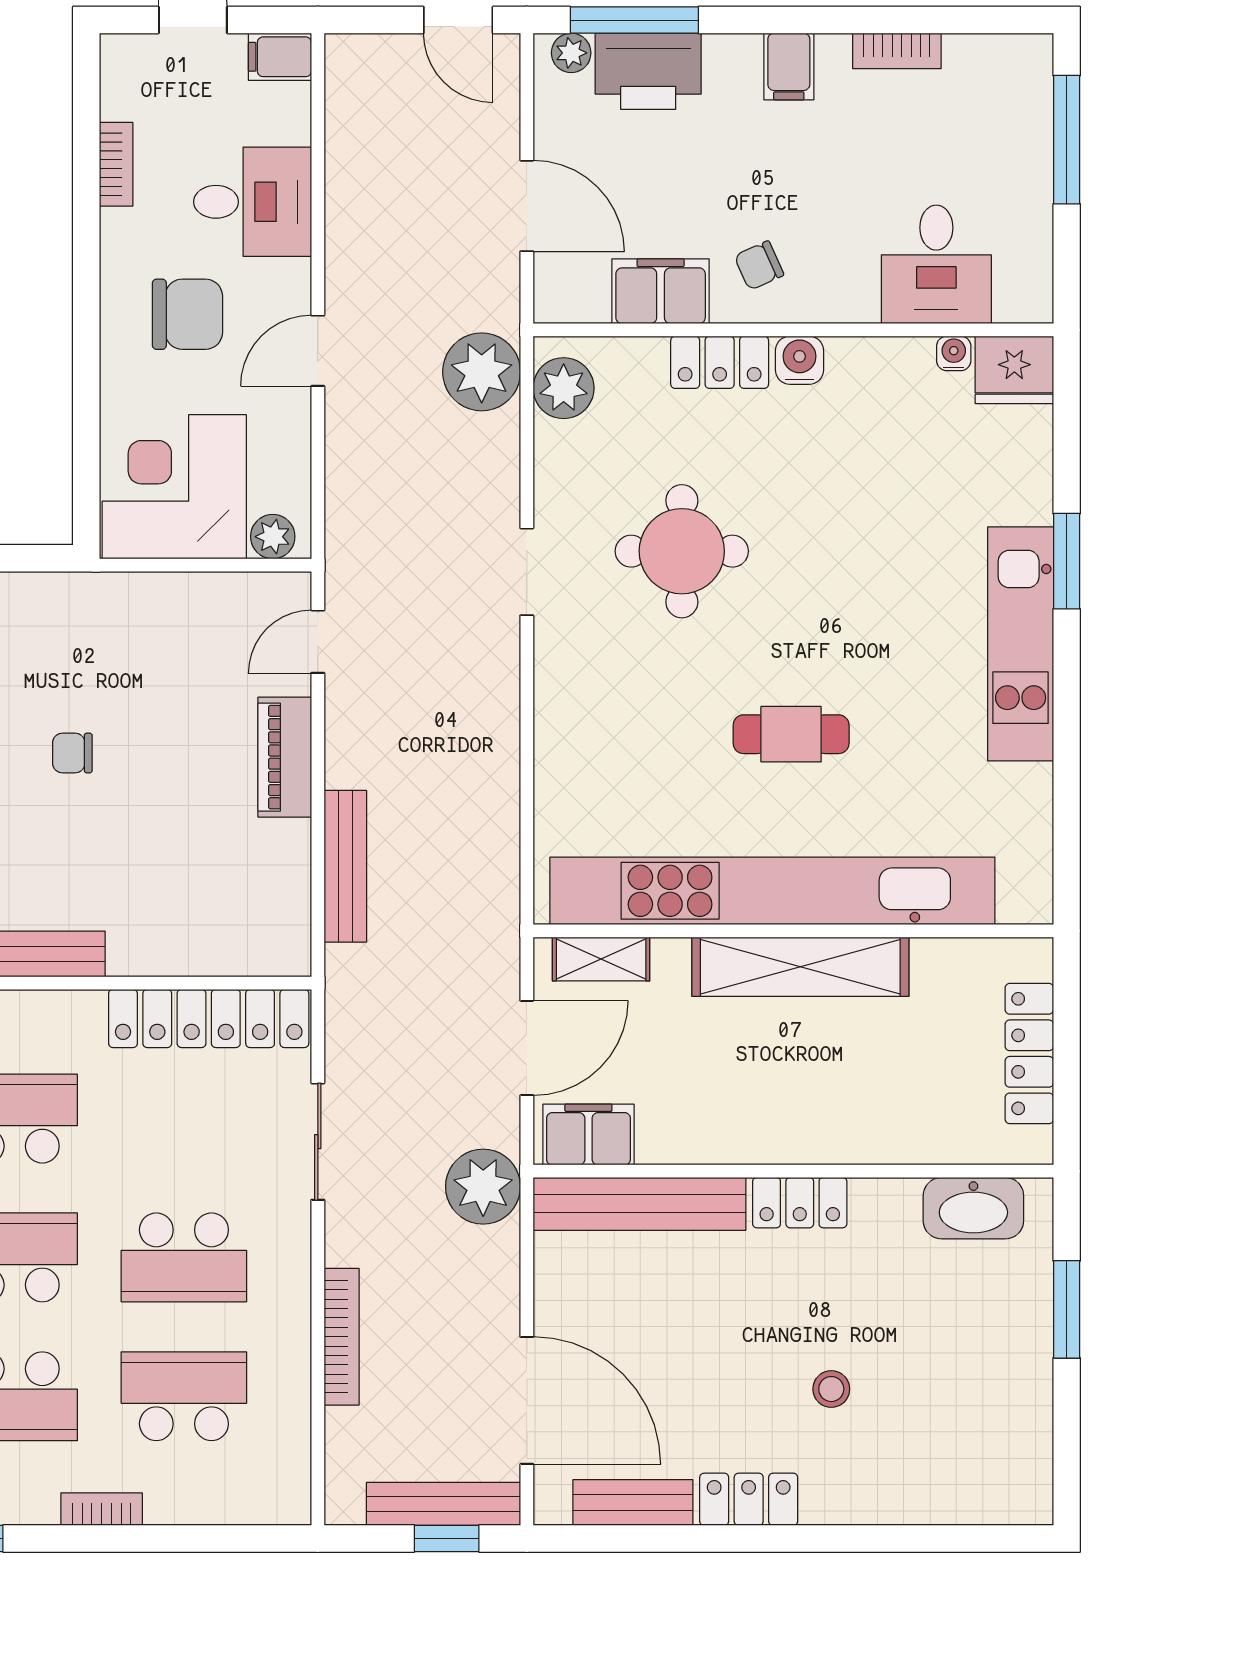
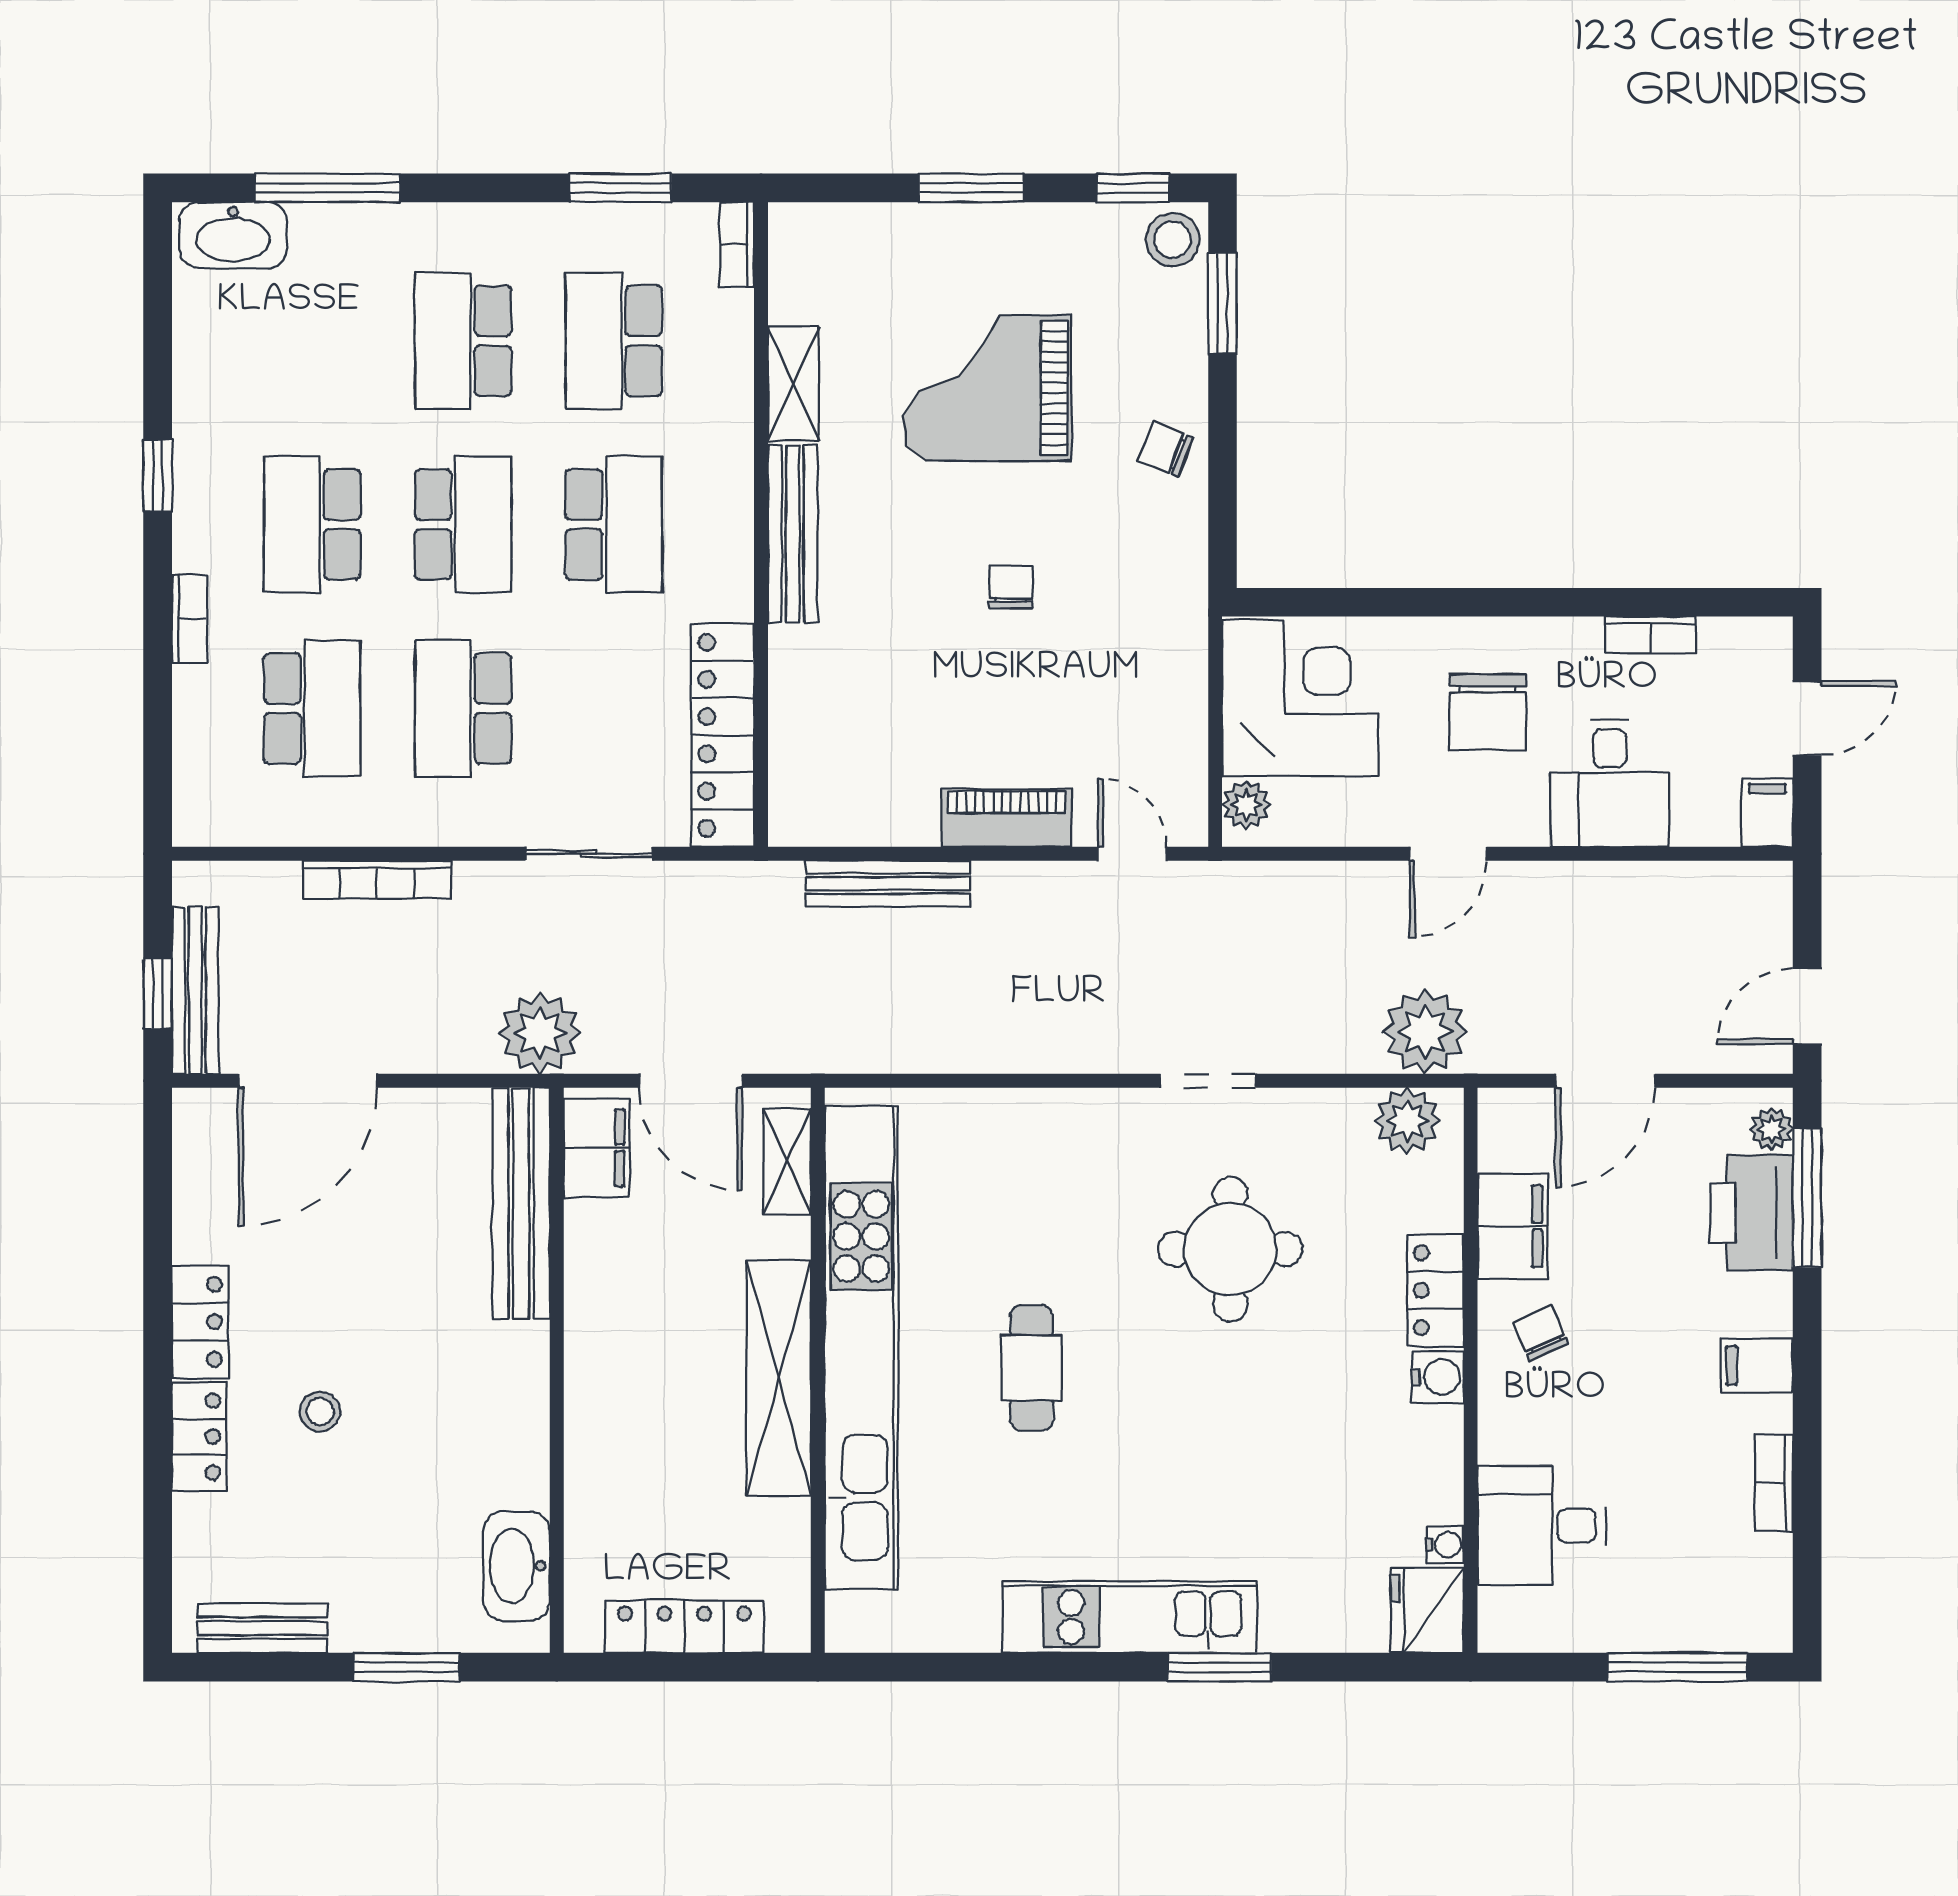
door: (318, 351) -> (1448, 854), swing flipped
locker: (800, 1203) -> (199, 1437), moved, turned 180
bench: (633, 1503) -> (262, 1628), moved, turned 90

